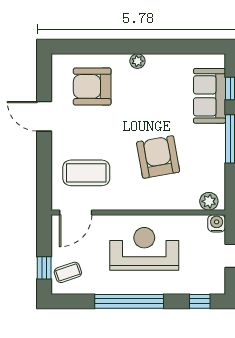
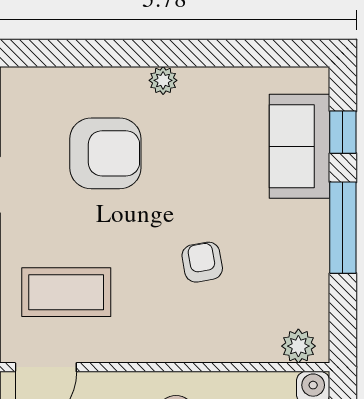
armchair: (92, 86) -> (105, 153), moved, turned 180
armchair: (158, 157) -> (202, 262), width x0.53, depth x0.53

